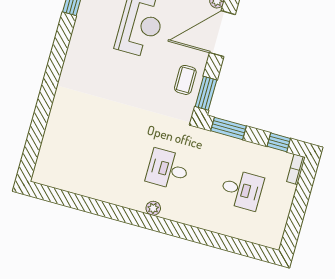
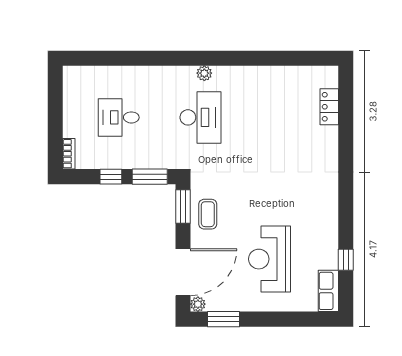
window: (279, 142) -> (111, 177), moved
locker: (49, 147) -> (329, 107), added
desk: (168, 169) -> (201, 117), width x1.37

